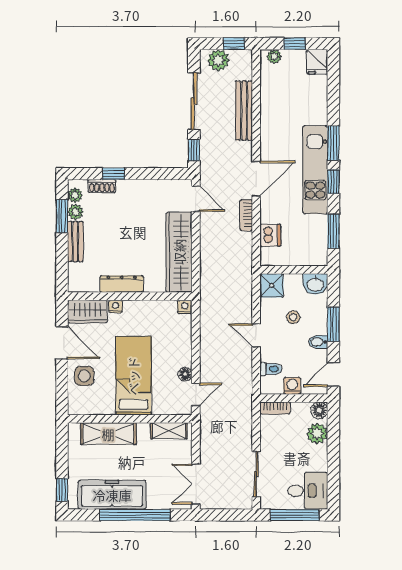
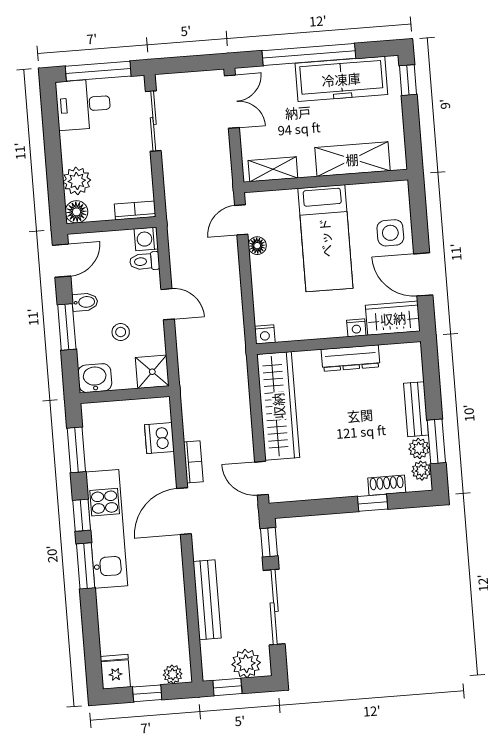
washing machine: (292, 386) -> (146, 239), moved, turned 90

